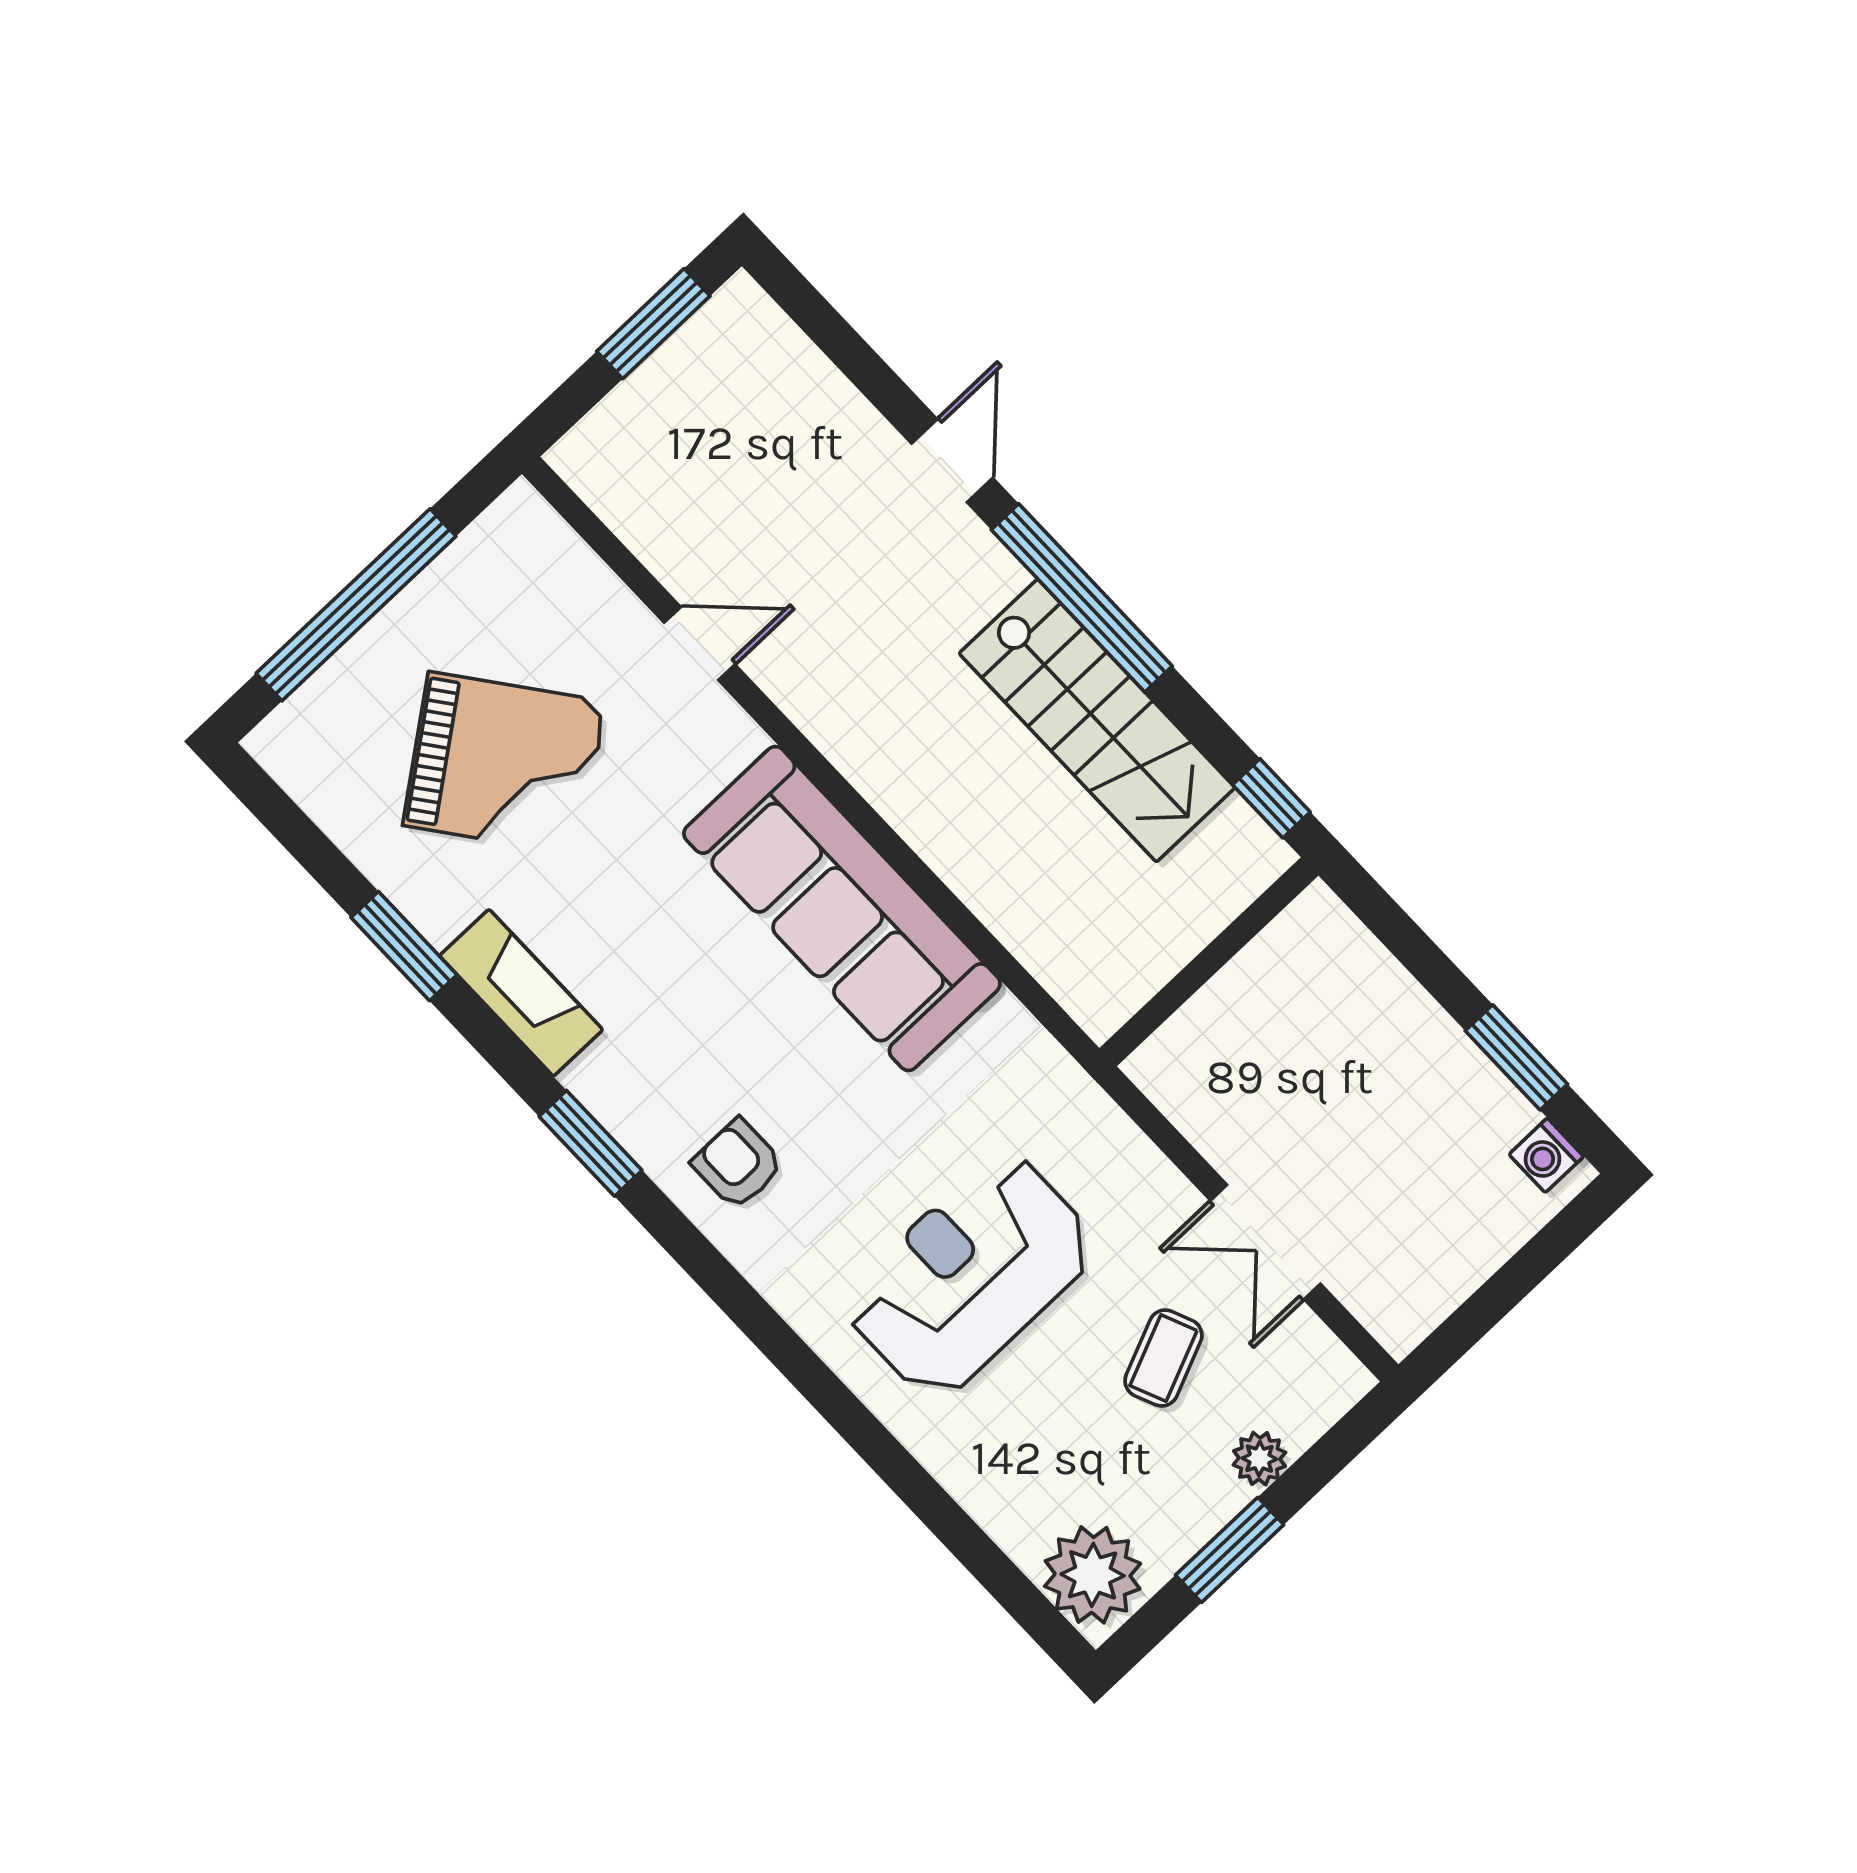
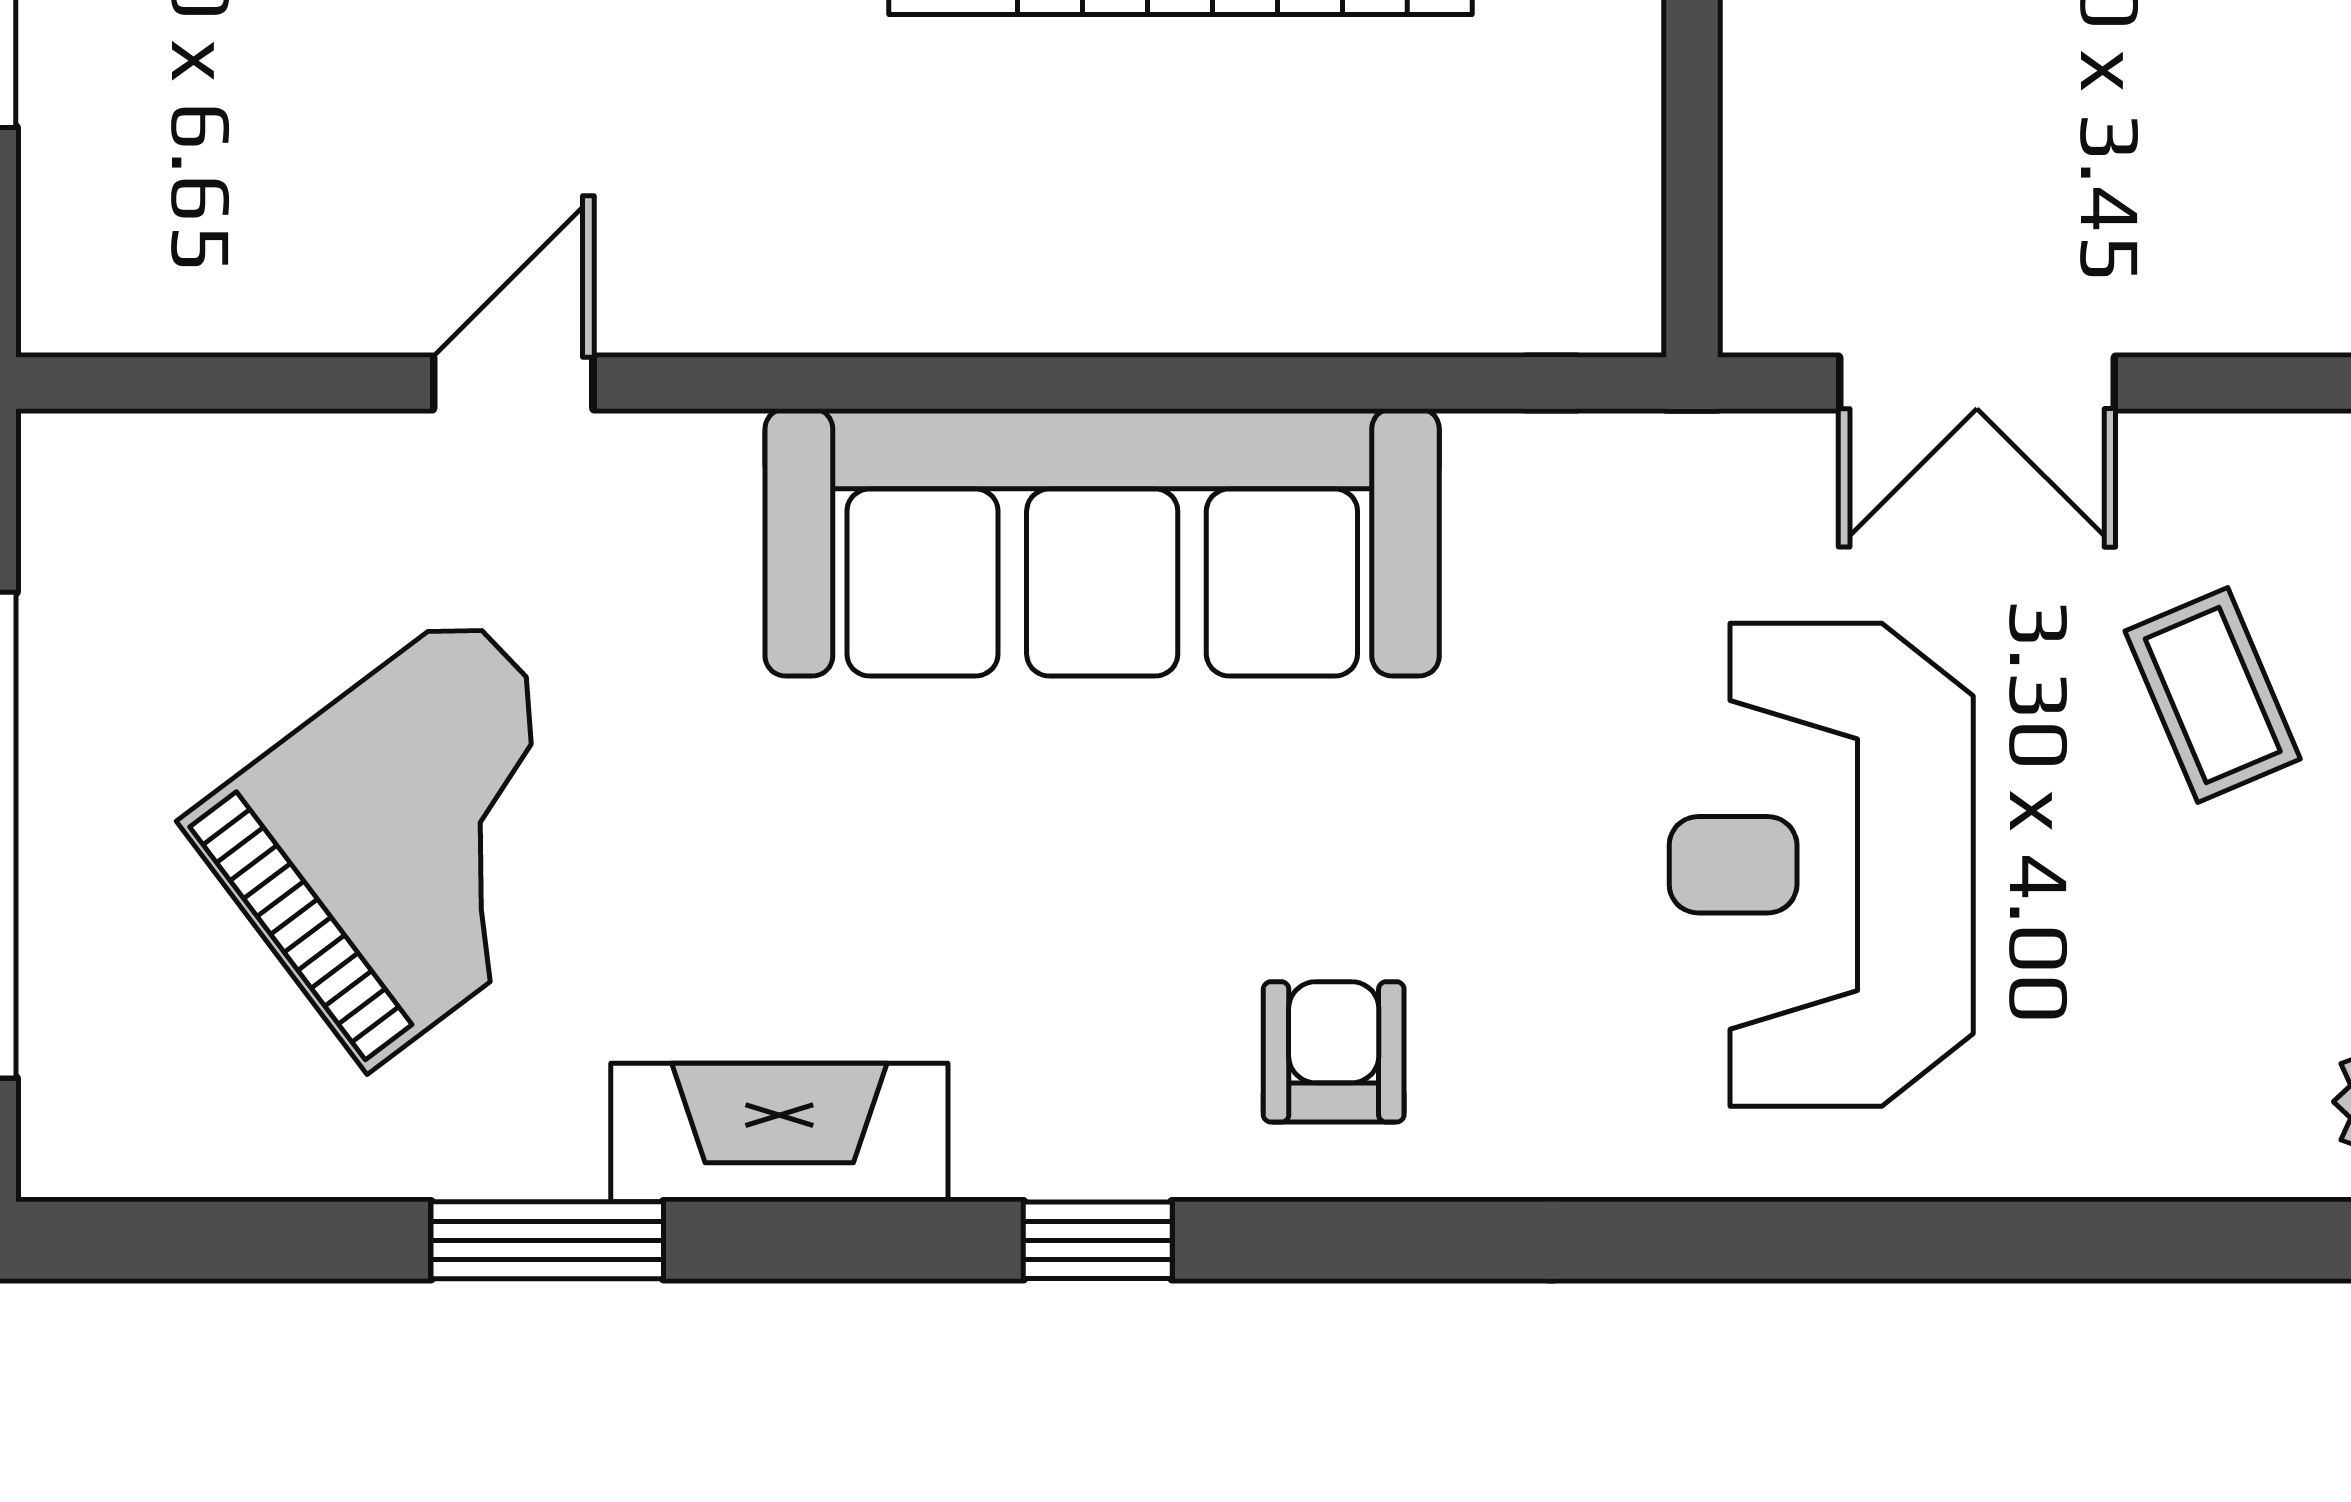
window: (590, 1143) -> (1098, 1240), width x0.67
armchair: (738, 1164) -> (1334, 1052), turned 90
double door: (1266, 1242) -> (1977, 383), moved

